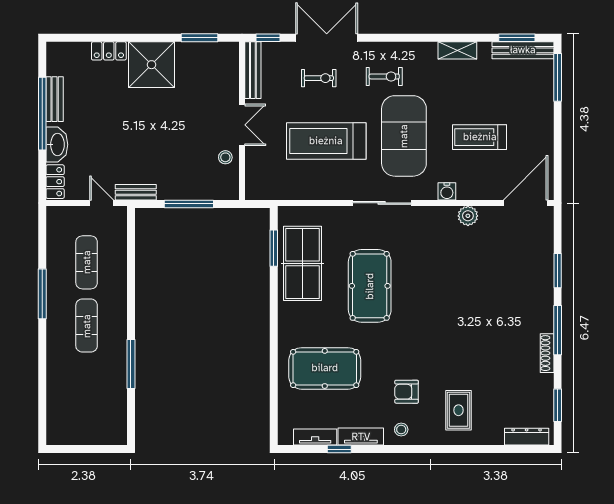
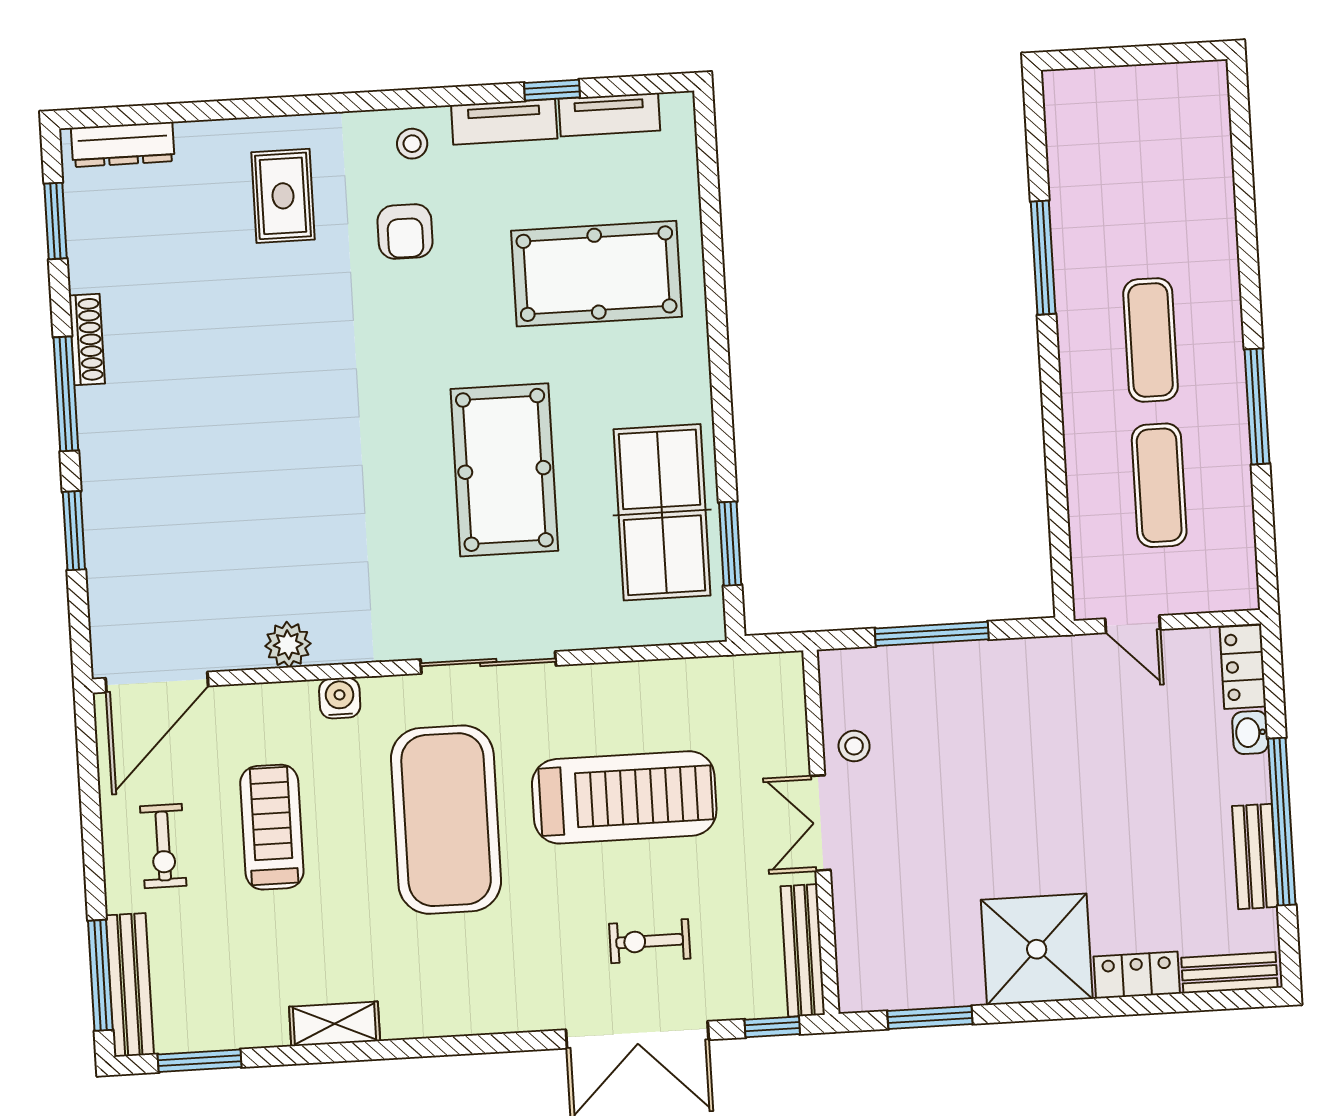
bench: (523, 50) -> (130, 985), moved, turned 90
exercise bike: (384, 76) -> (163, 846), moved, turned -90
treadmill: (480, 137) -> (272, 827), turned -90
washbasin: (57, 145) -> (1250, 732), width x0.52, depth x0.69
bench: (136, 192) -> (1229, 973), moved
armchair: (407, 392) -> (405, 232), turned 90

